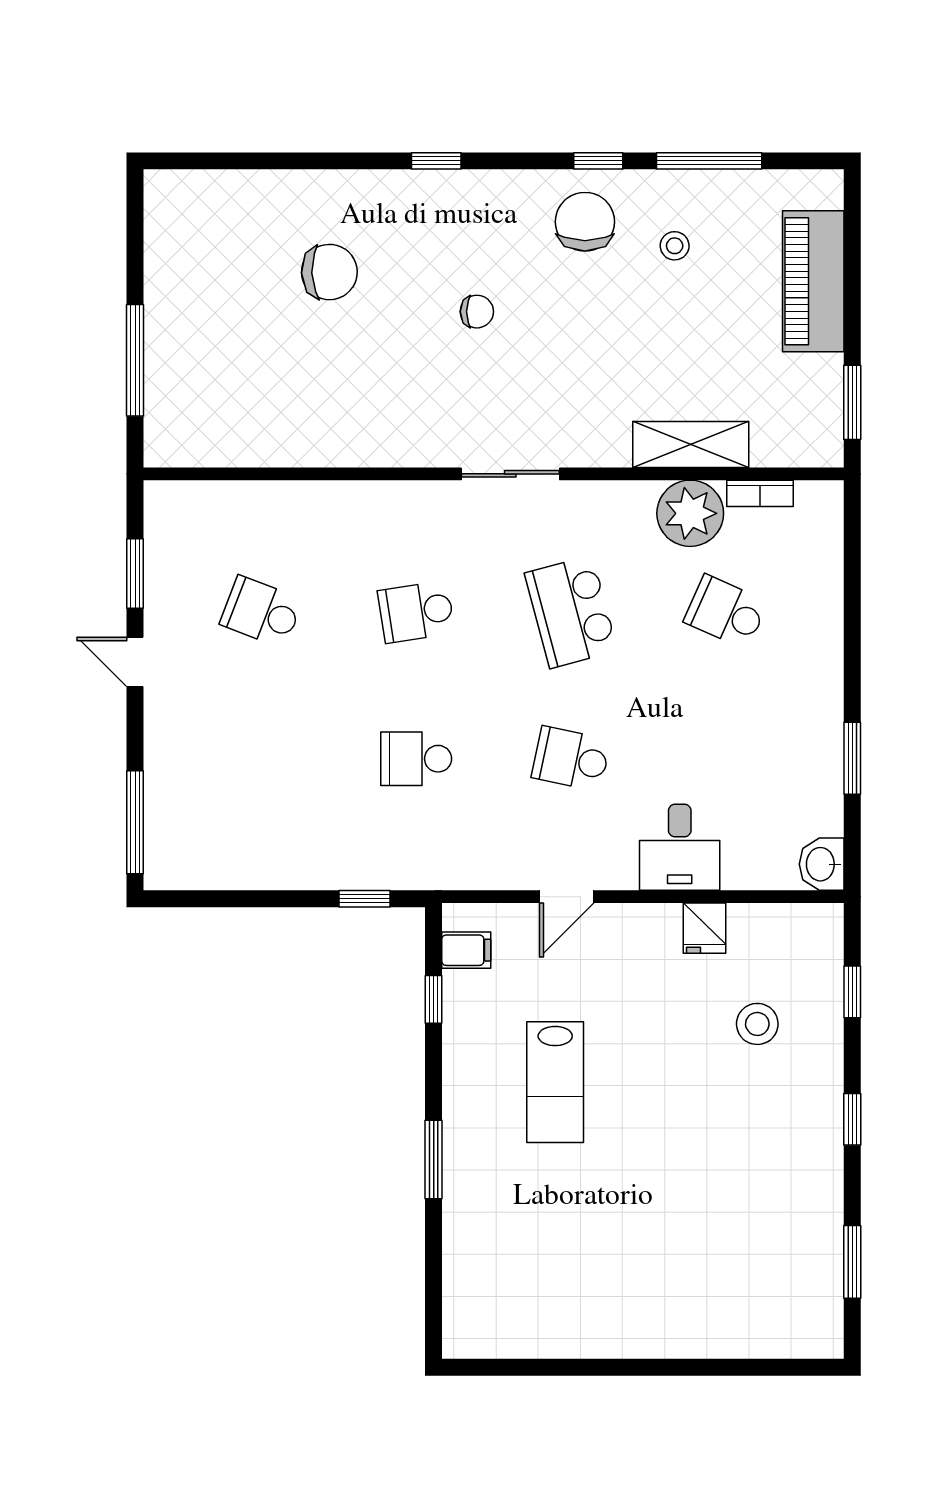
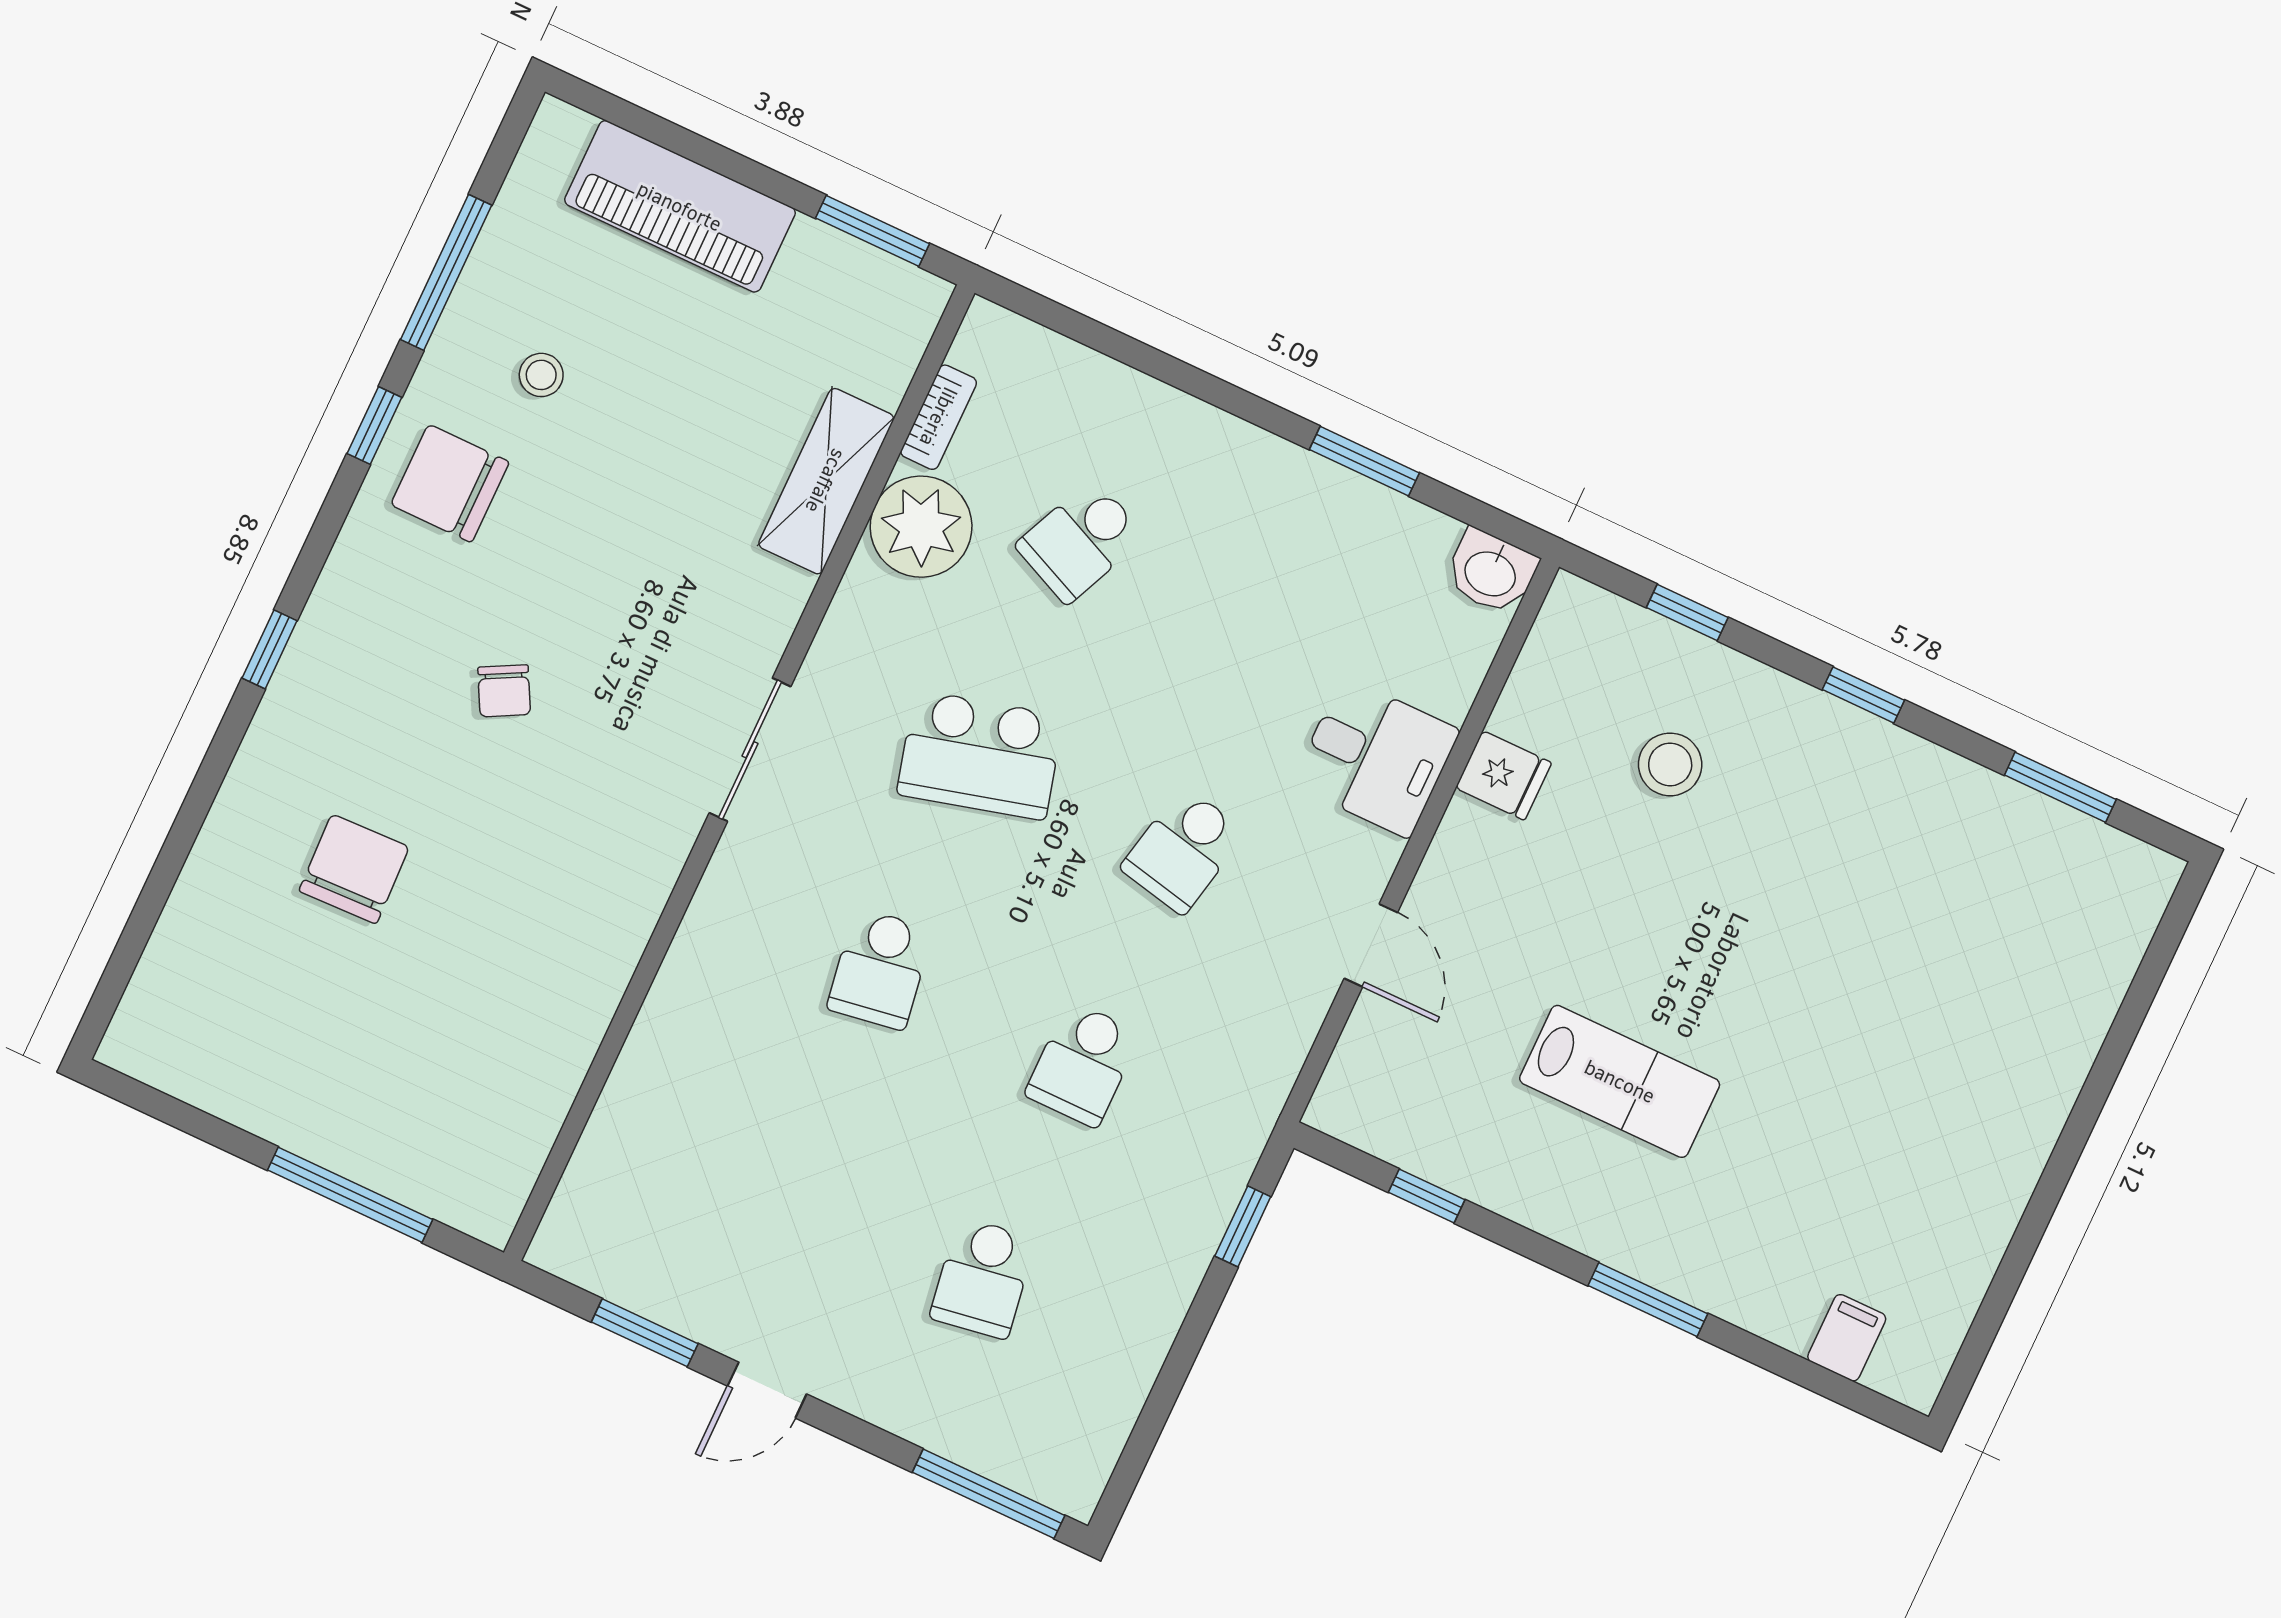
chair: (477, 312) -> (504, 691), turned 152
school desk: (261, 612) -> (983, 1278), moved, turned -30
filing cabinet: (466, 950) -> (1847, 1338), moved

